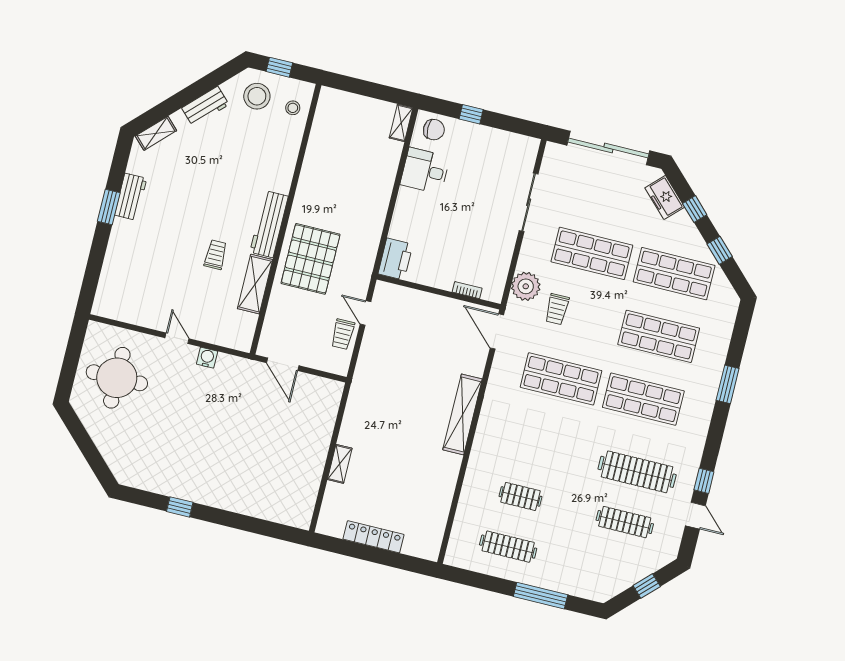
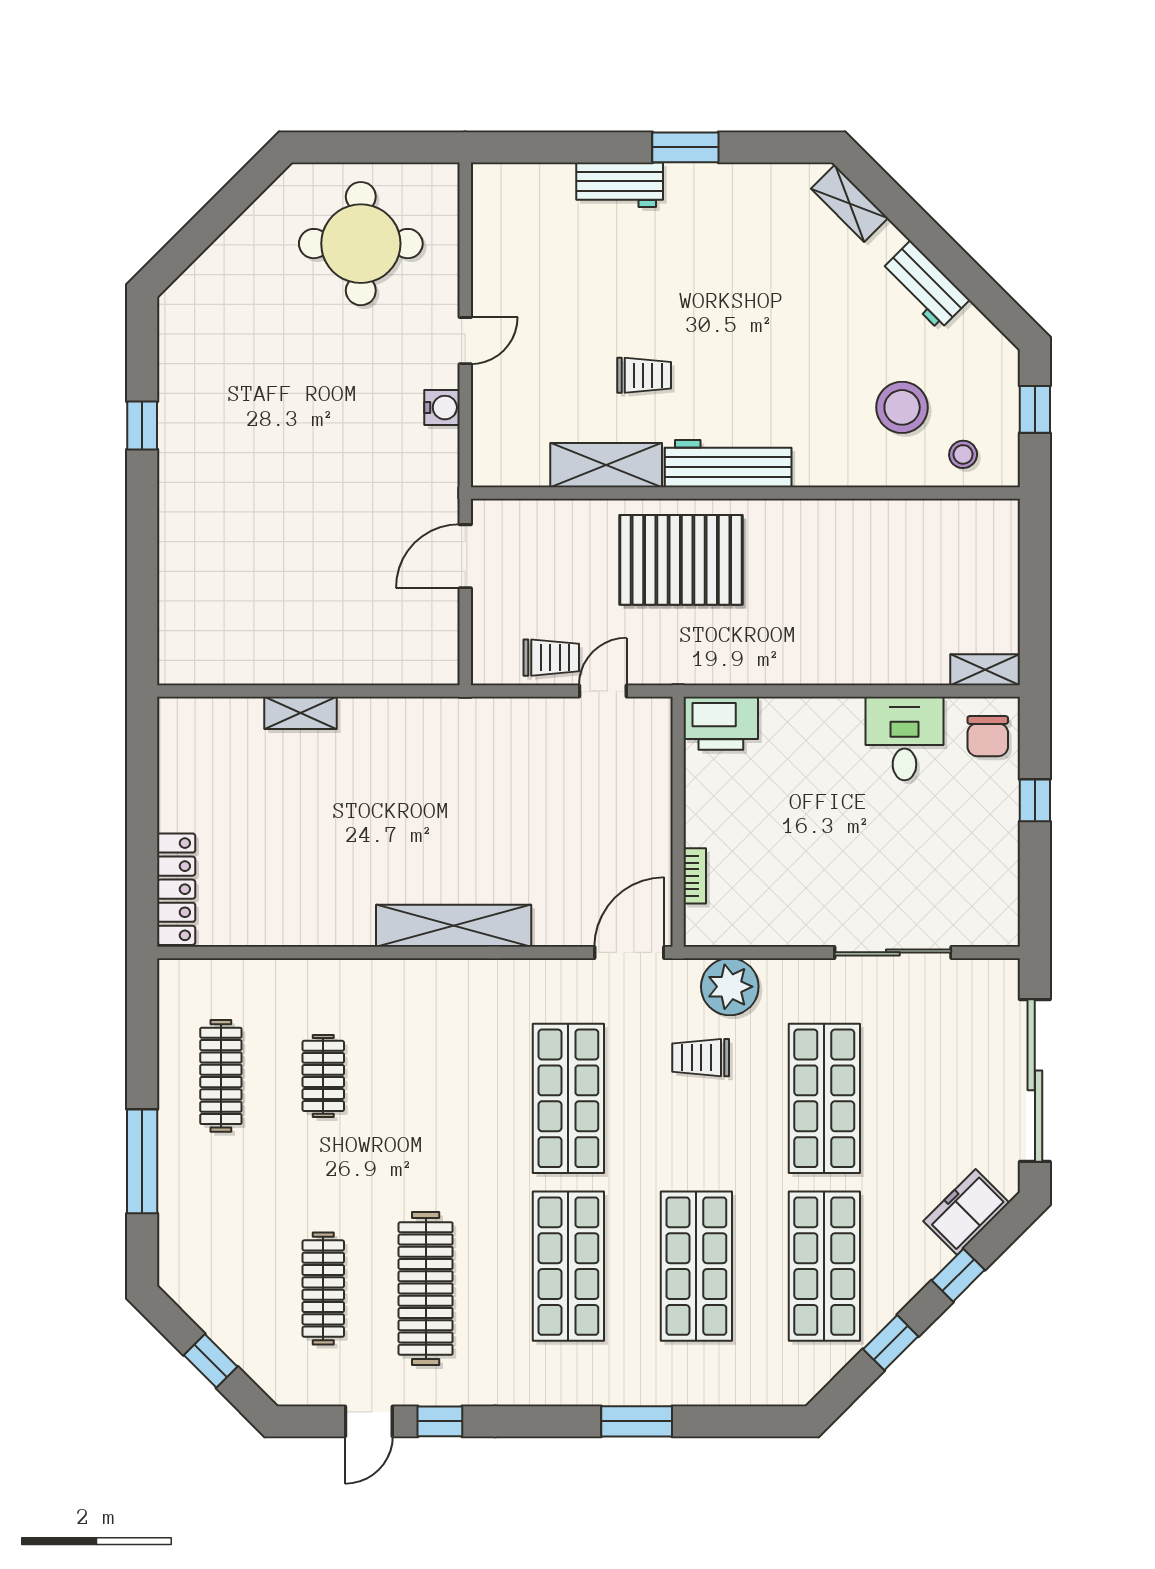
stool: (257, 96) -> (902, 407), moved
workbench: (131, 197) -> (620, 185), moved
trolley: (343, 334) -> (551, 658), turned 180
locker: (374, 537) -> (176, 889), moved

